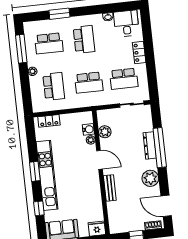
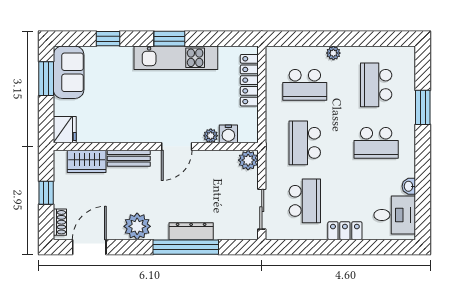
window: (21, 49) -> (372, 39), removed
school desk: (124, 79) -> (305, 201), turned 180
locker: (49, 121) -> (249, 80), width x1.53
plant: (105, 132) -> (248, 160), moved
kitchen unit: (47, 175) -> (176, 58), width x0.73
wardrobe: (114, 213) -> (87, 161), added

